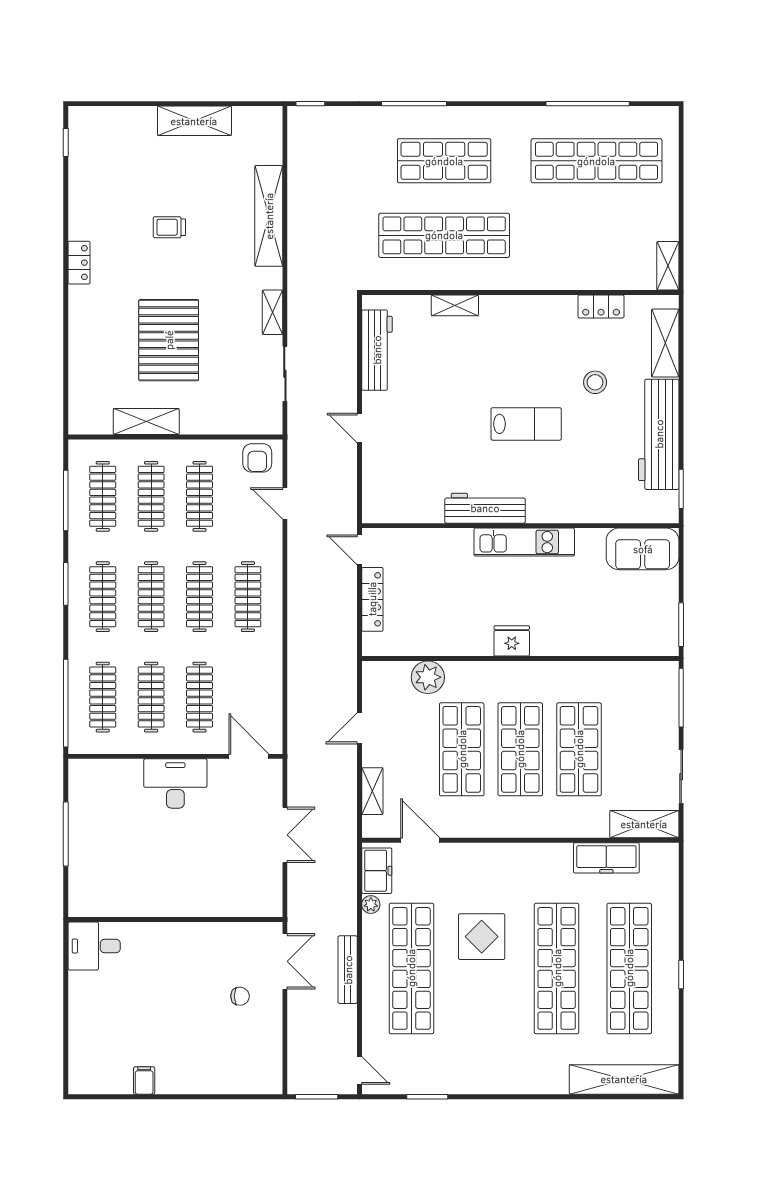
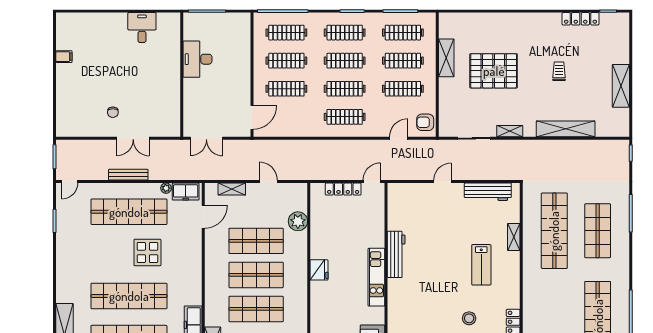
locker: (79, 263) -> (580, 19), moved, width x1.53
lab bench: (526, 424) -> (481, 265), moved
desk: (175, 783) -> (197, 59), moved, turned 180
wall: (175, 920) -> (182, 75), moved

